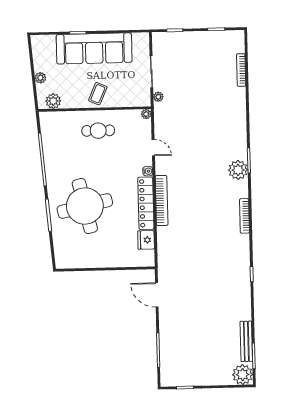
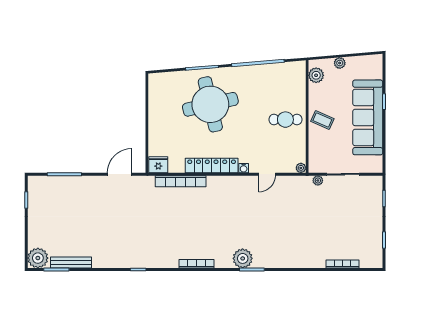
cafe table: (98, 131) -> (285, 120), turned 90
bookcase: (162, 200) -> (181, 181), moved
fridge: (146, 240) -> (158, 165), moved

